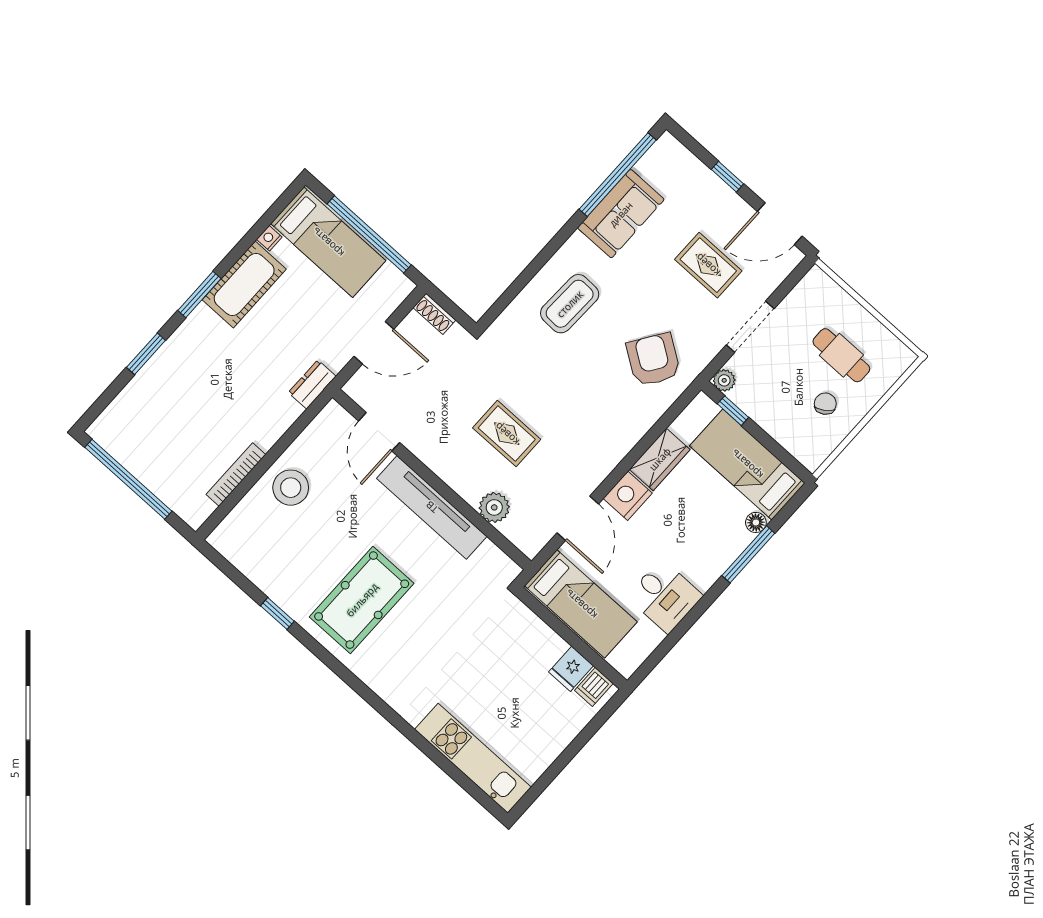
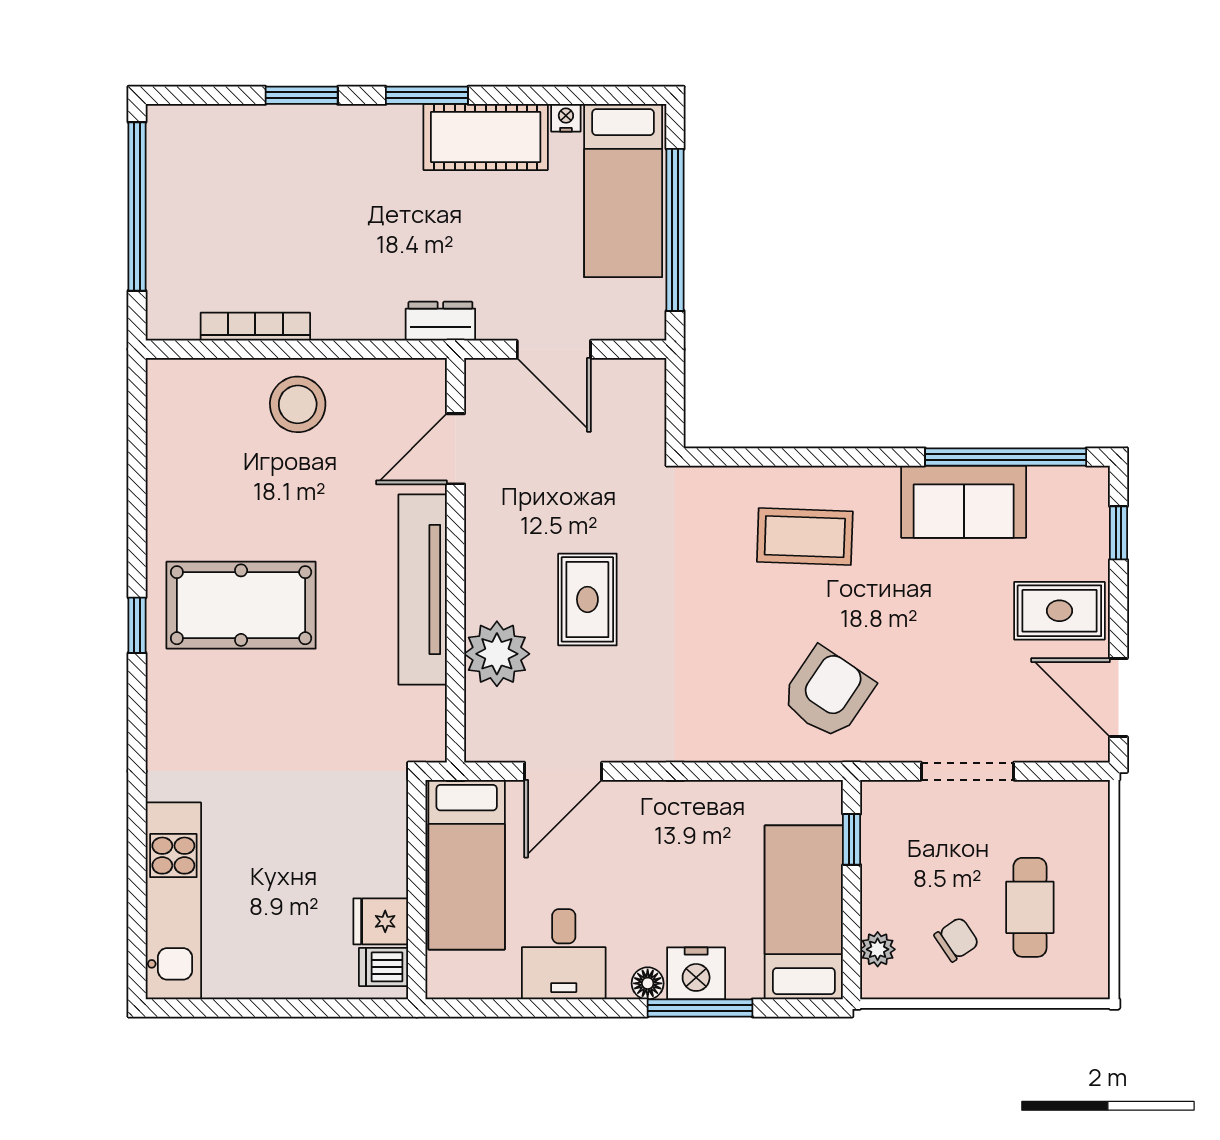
window: (727, 177) -> (1118, 533), moved
rug: (708, 265) -> (1059, 611), moved, turned 90
shoe rack: (434, 314) -> (651, 390), removed
plant: (724, 380) -> (878, 949), moved
wardrobe: (660, 459) -> (718, 805), removed
nightstand: (628, 496) -> (696, 973), moved, turned 180
plant: (494, 507) -> (497, 654), width x1.36, depth x1.36
floor lamp: (756, 522) -> (648, 983), moved
window: (277, 613) -> (137, 625), moved

